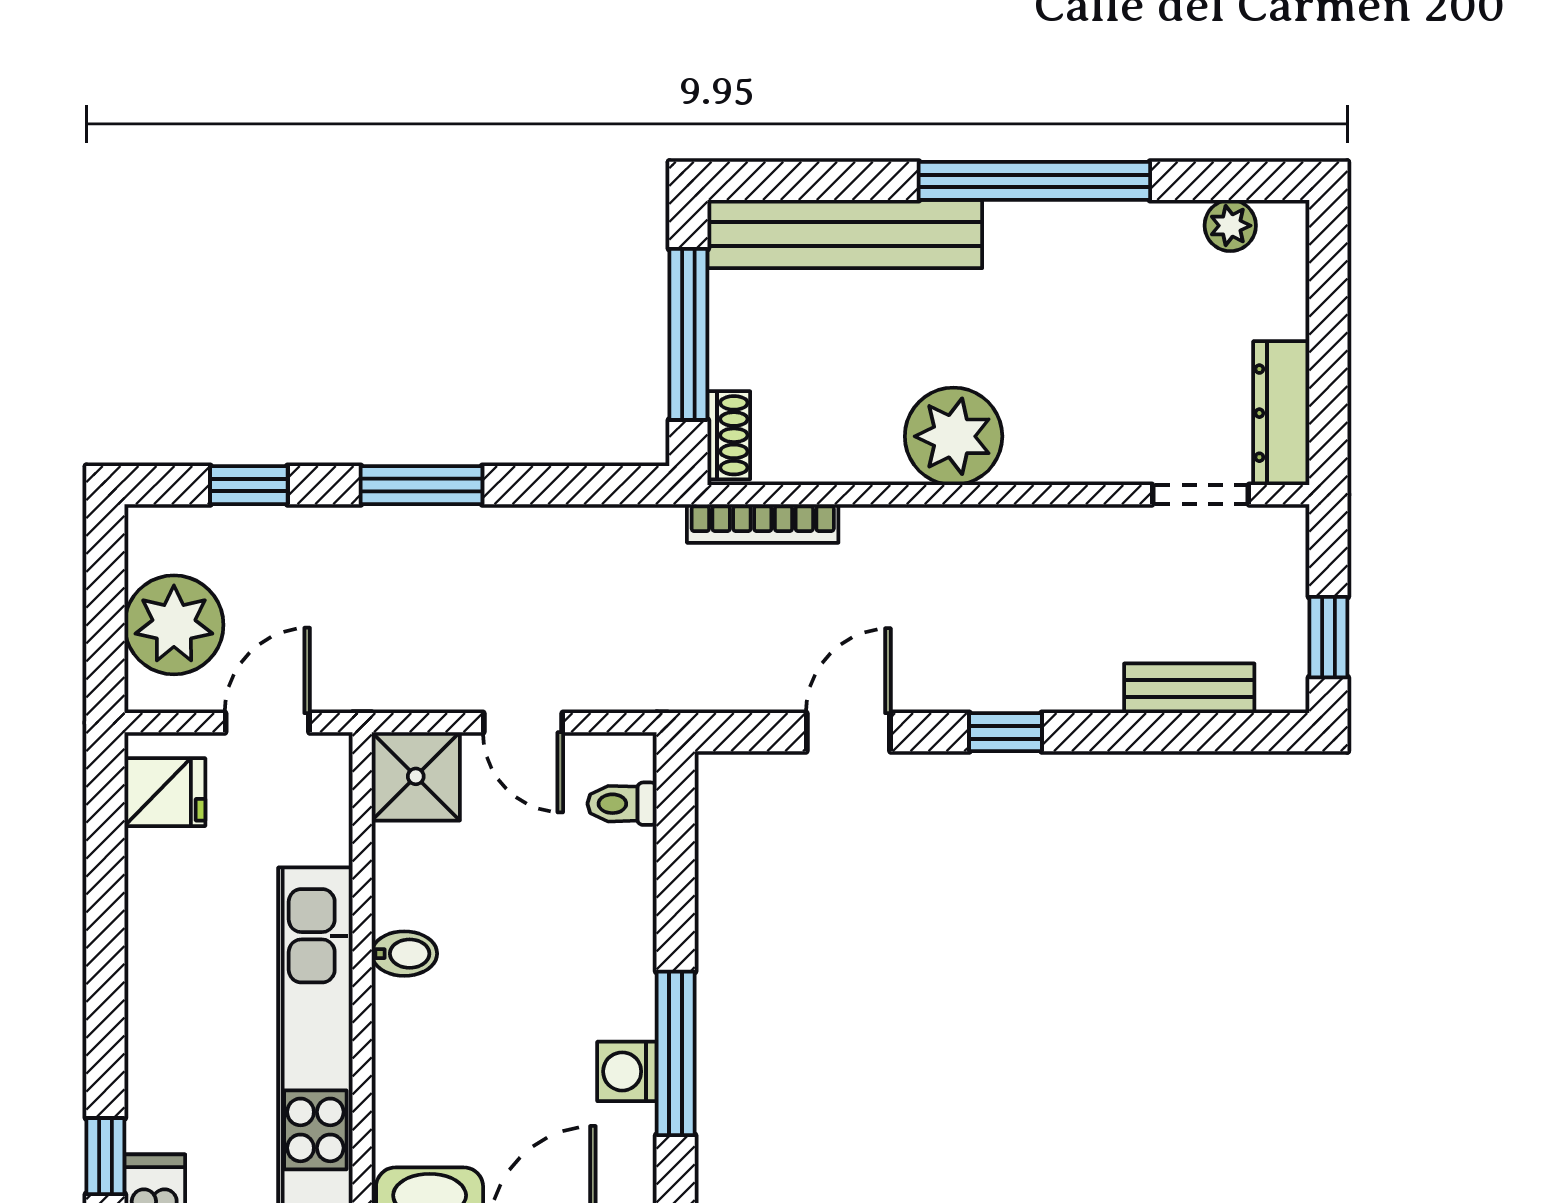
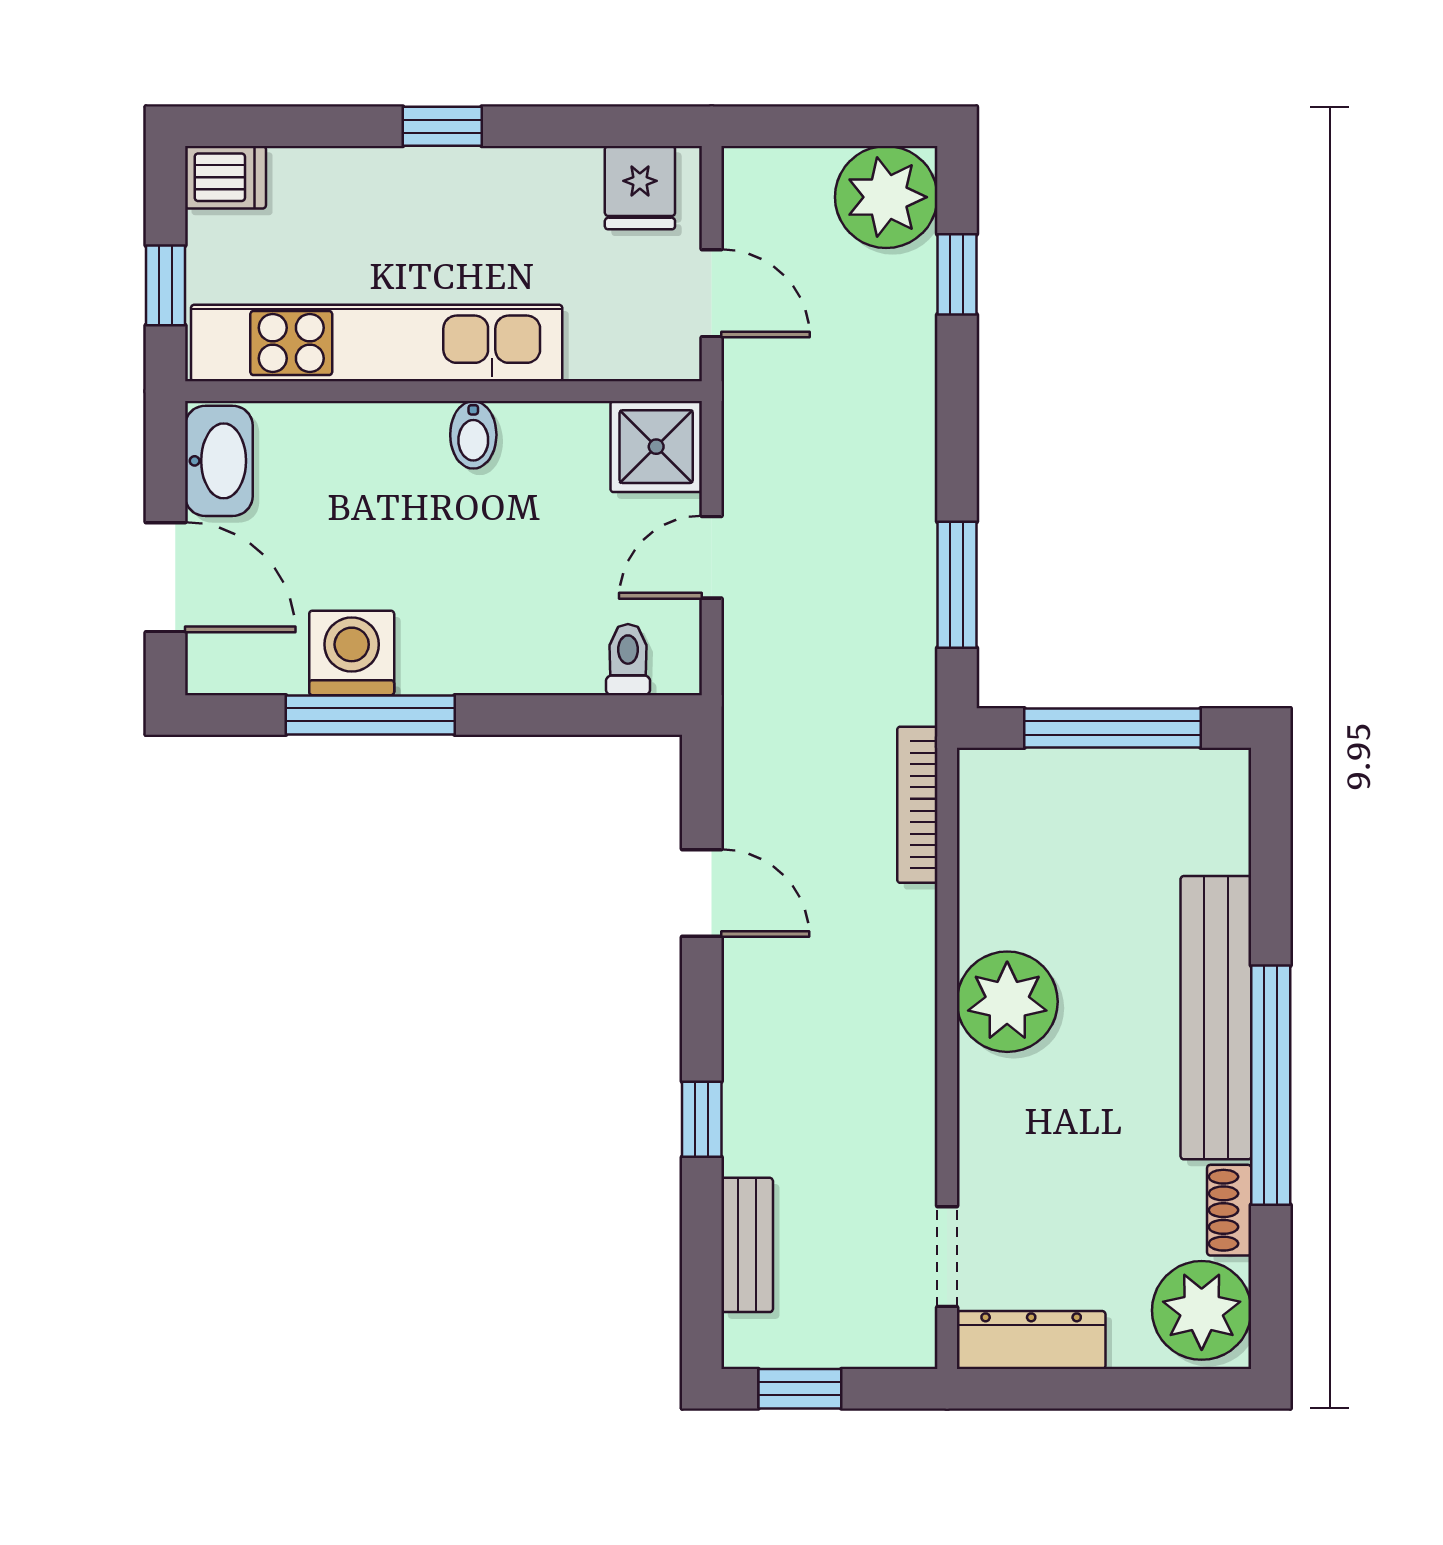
plant: (1230, 226) -> (1202, 1310), width x1.88, depth x1.88
bench: (845, 234) -> (1216, 1018), moved
shoe rack: (729, 435) -> (1229, 1210), moved, turned 90
window: (422, 485) -> (957, 585), moved
plant: (174, 625) -> (886, 197), moved
window: (1005, 732) -> (702, 1119), moved
washing machine: (627, 1071) -> (352, 653), width x1.38, depth x1.38
window: (105, 1156) -> (442, 126), moved

